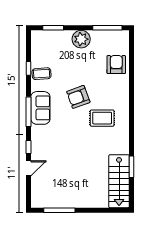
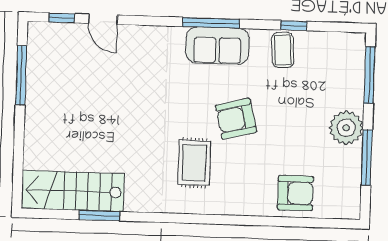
window: (53, 28) -> (369, 75), width x1.44
window: (107, 28) -> (367, 157), moved
armchair: (78, 97) -> (236, 119), turned -84
window: (29, 147) -> (62, 18), moved

